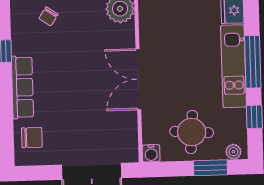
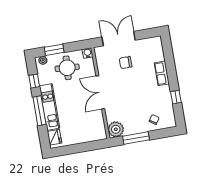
double door: (138, 79) -> (100, 92), swing flipped
row of seats: (22, 87) -> (162, 73), width x0.68
chair: (32, 138) -> (126, 63), moved

